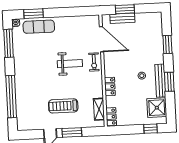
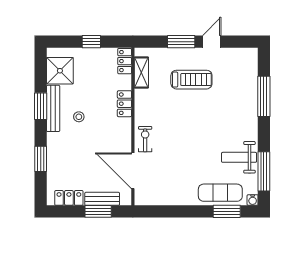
locker: (146, 18) -> (69, 198), added
weight bench: (70, 64) -> (239, 157), moved
window: (11, 96) -> (264, 96), width x0.68
window: (150, 129) -> (91, 42), moved

